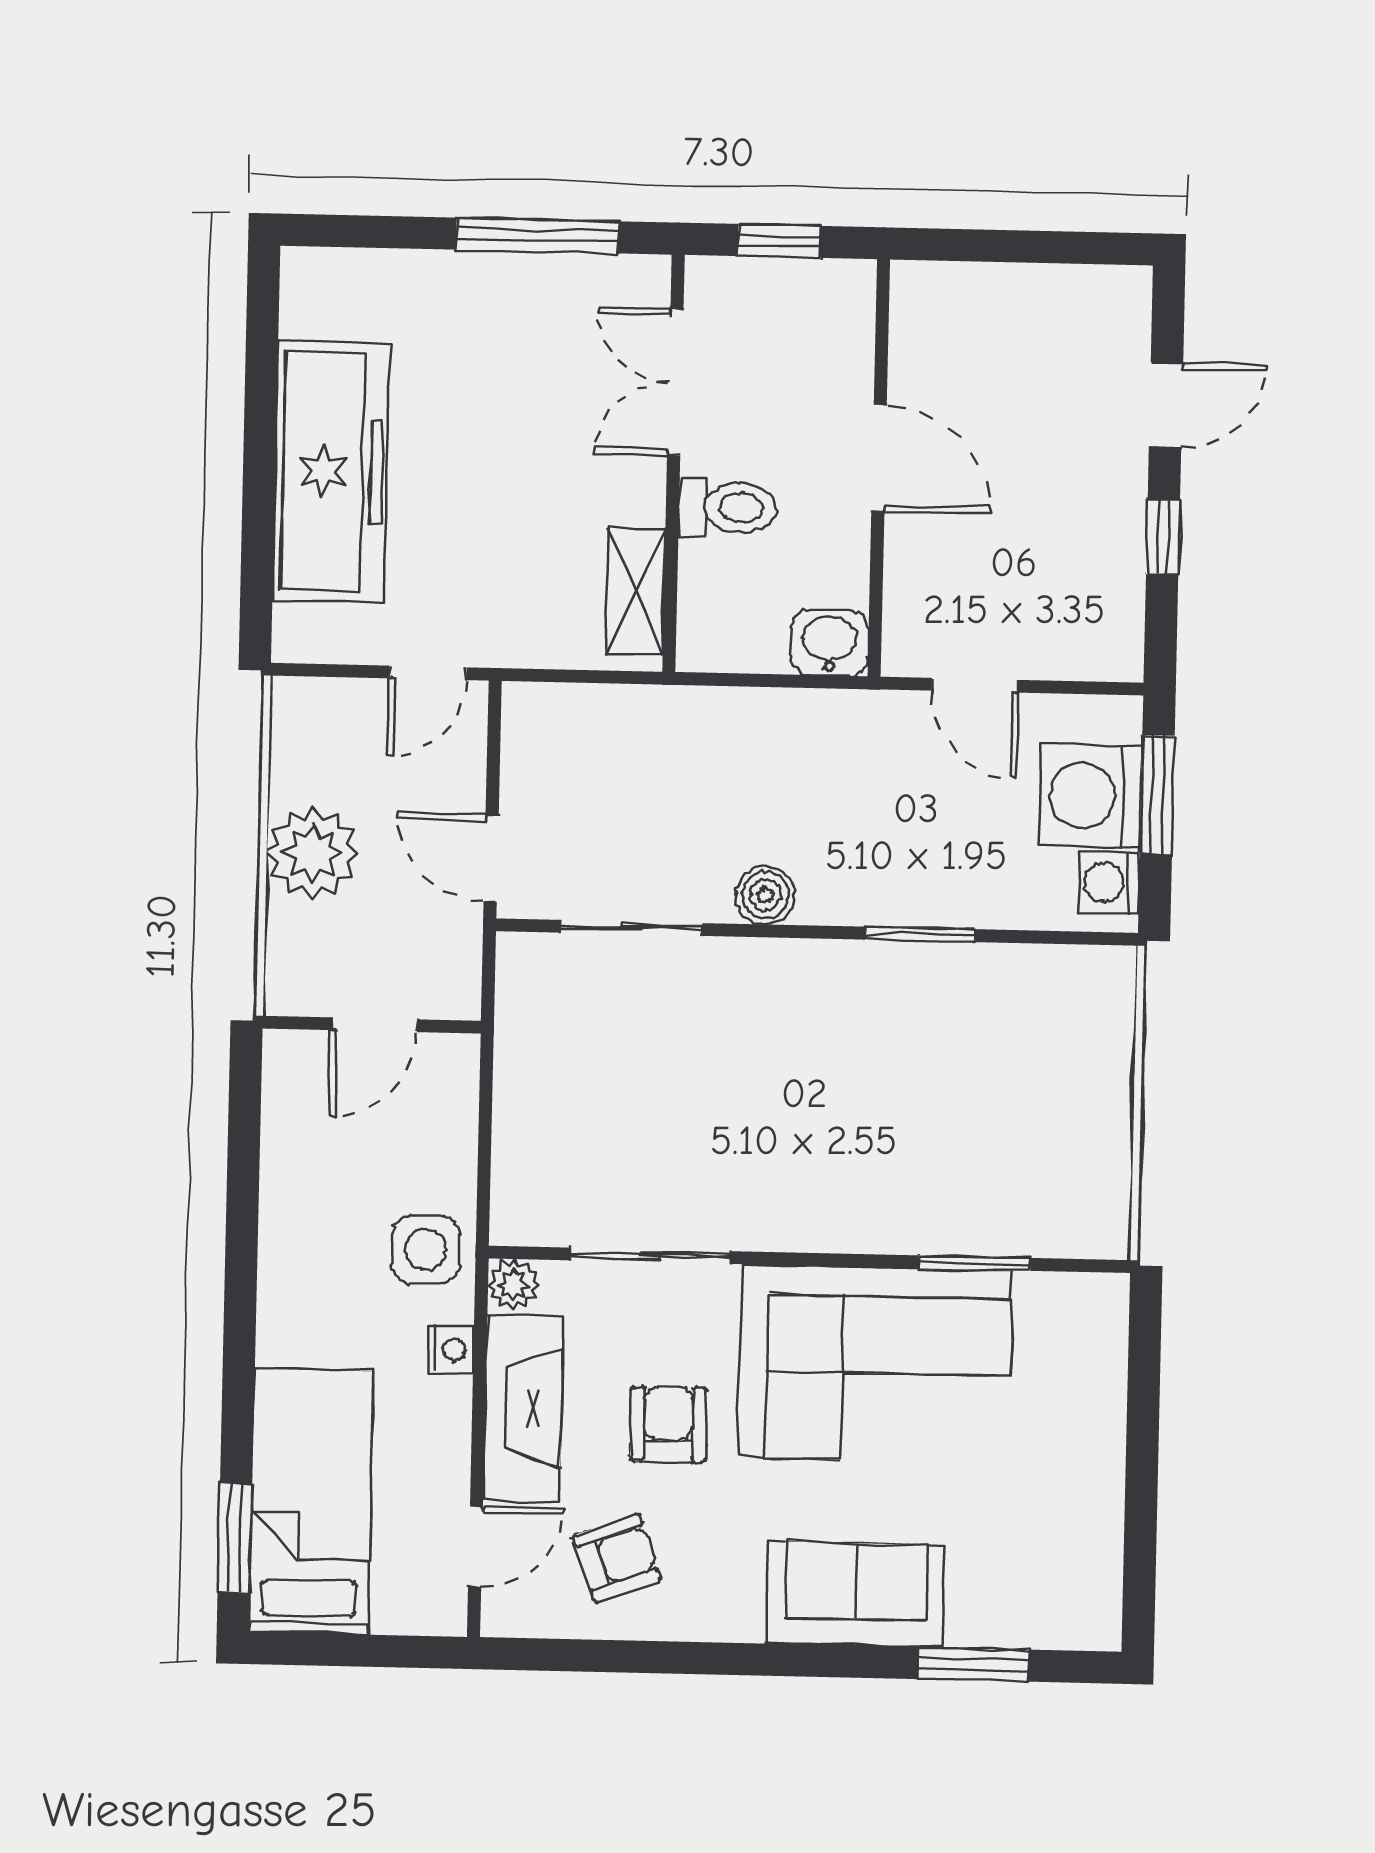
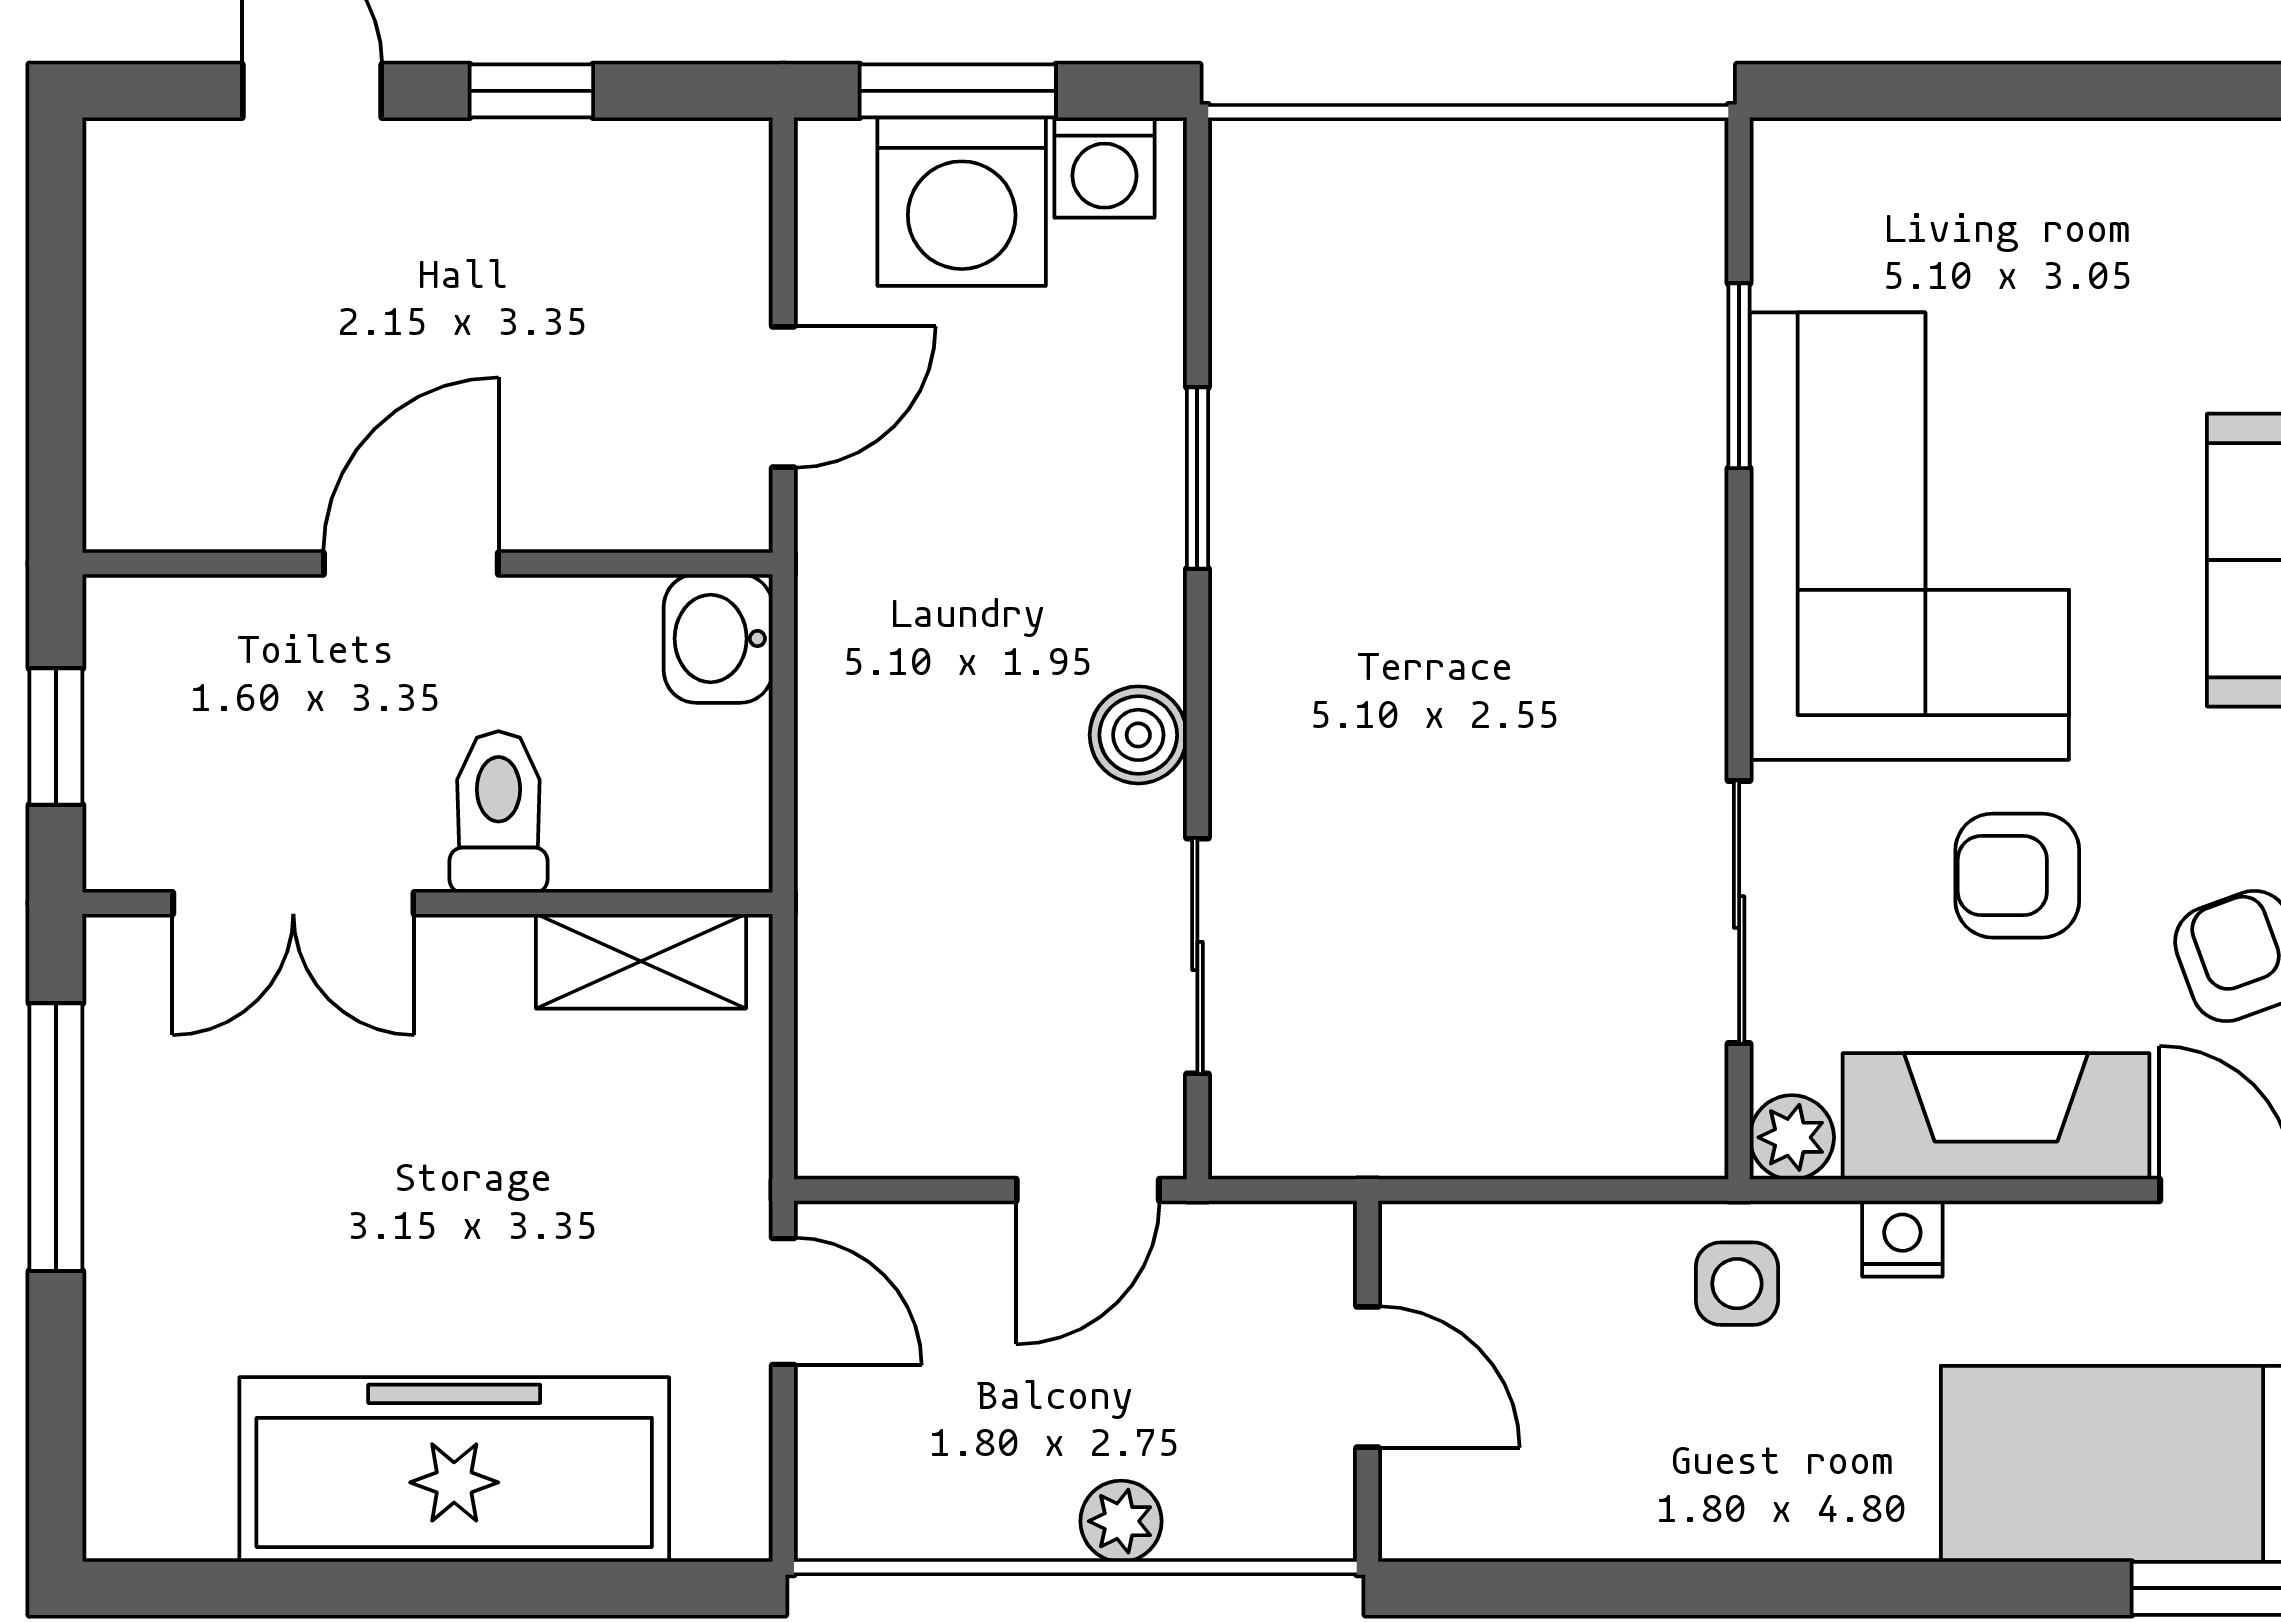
plant: (313, 853) -> (1121, 1521), width x0.53, depth x0.53
side table: (426, 1249) -> (1737, 1284), width x0.73, depth x0.73

